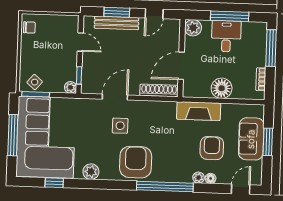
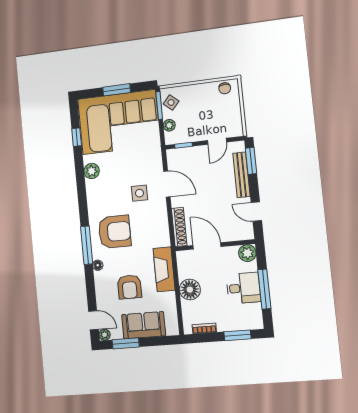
window: (117, 12) -> (251, 161), moved
window: (271, 48) -> (237, 335), width x0.69
plant: (71, 87) -> (169, 125), moved
window: (13, 135) -> (117, 90), width x0.69
window: (268, 142) -> (126, 343), moved
armchair: (212, 148) -> (129, 287), turned 90
armchair: (136, 162) -> (115, 232), moved
plant: (198, 178) -> (105, 335), moved
floor lamp: (211, 178) -> (98, 265), moved
window: (165, 187) -> (87, 245), width x0.68

